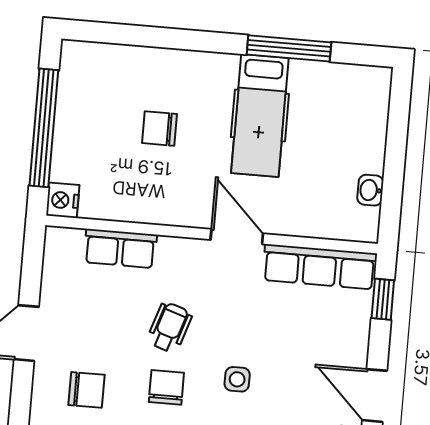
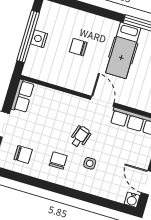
nightstand: (63, 200) -> (39, 39), moved
row of seats: (120, 248) -> (23, 96), moved, turned -90
wheelchair: (169, 327) -> (80, 137), moved

